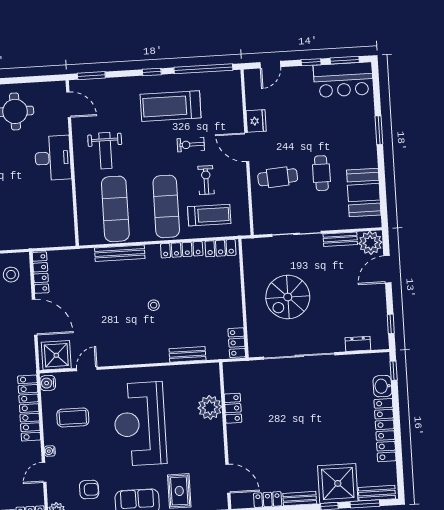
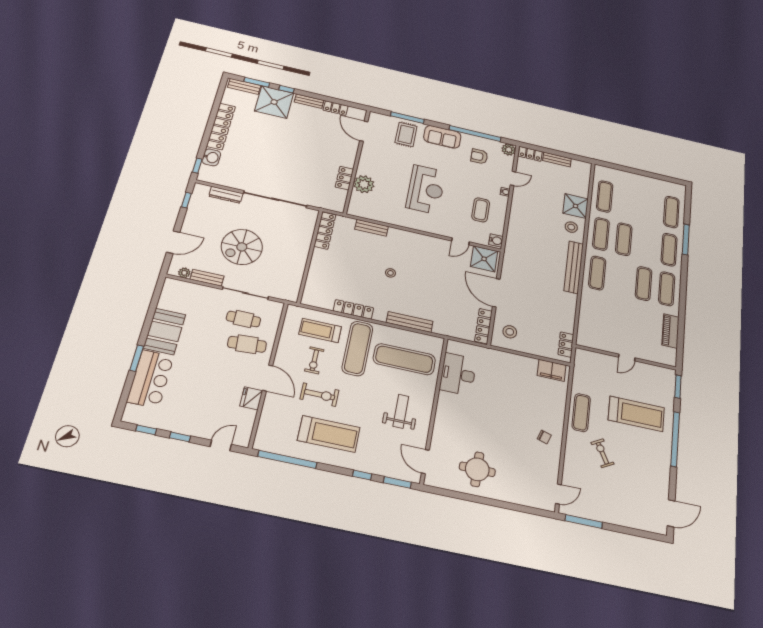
window: (345, 60) -> (146, 430), width x0.67
window: (152, 72) -> (362, 475), moved
bar counter: (343, 80) -> (150, 379), moved, turned 90
exercise bike: (191, 145) -> (320, 395), width x1.38, depth x1.39
desk: (53, 158) -> (458, 374), moved
cafe table: (321, 173) -> (243, 319), moved, turned 90
booth: (364, 193) -> (164, 331), moved
exercise mat: (115, 209) -> (404, 359), turned 90
plant: (370, 243) -> (184, 273), width x0.53, depth x0.53
locker: (220, 248) -> (318, 301), removed
spiral stairs: (288, 297) -> (242, 247), moved, turned 180
locker: (237, 343) -> (325, 230), width x1.53
dresser: (358, 344) -> (226, 195), width x1.44
locker: (29, 408) -> (516, 227), removed
coffee table: (73, 417) -> (481, 210), turned 90
reception desk: (140, 424) -> (426, 189), width x0.74, depth x0.77

